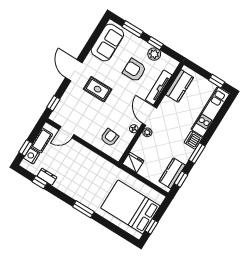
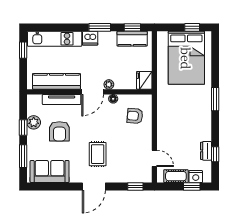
kitchen counter: (179, 86) -> (56, 81), width x1.50

